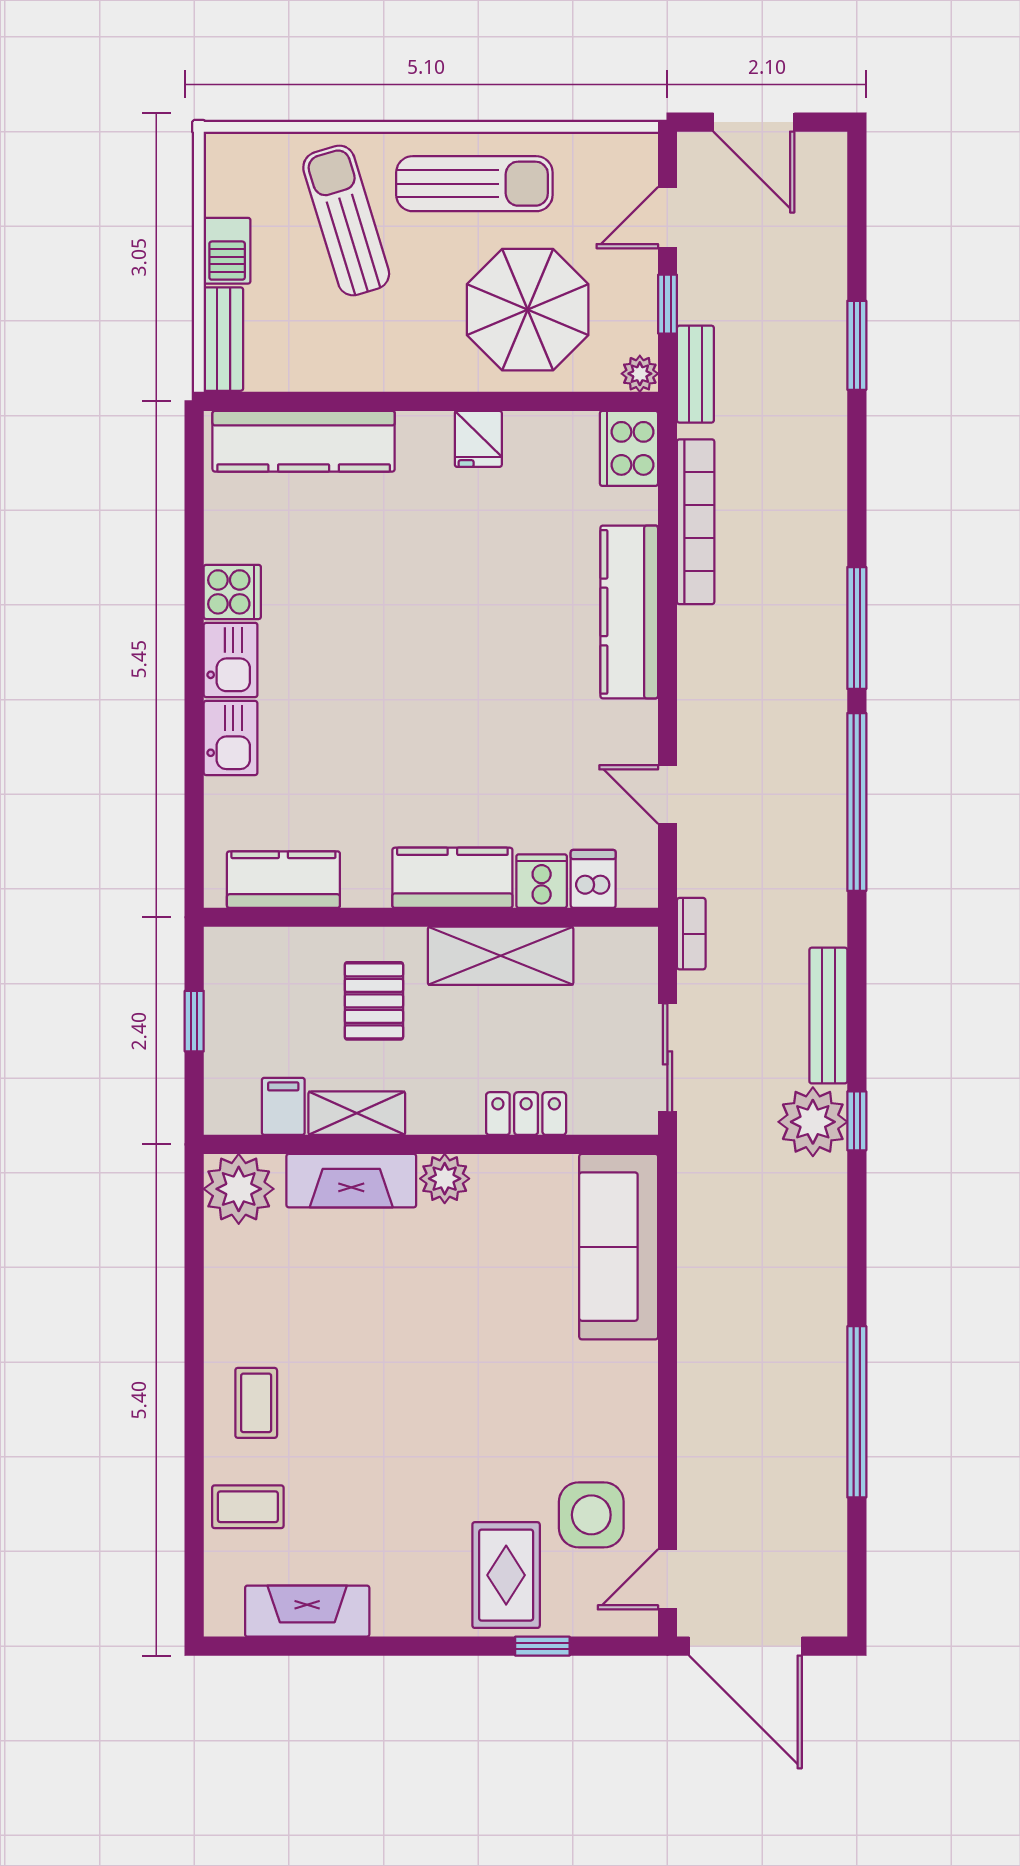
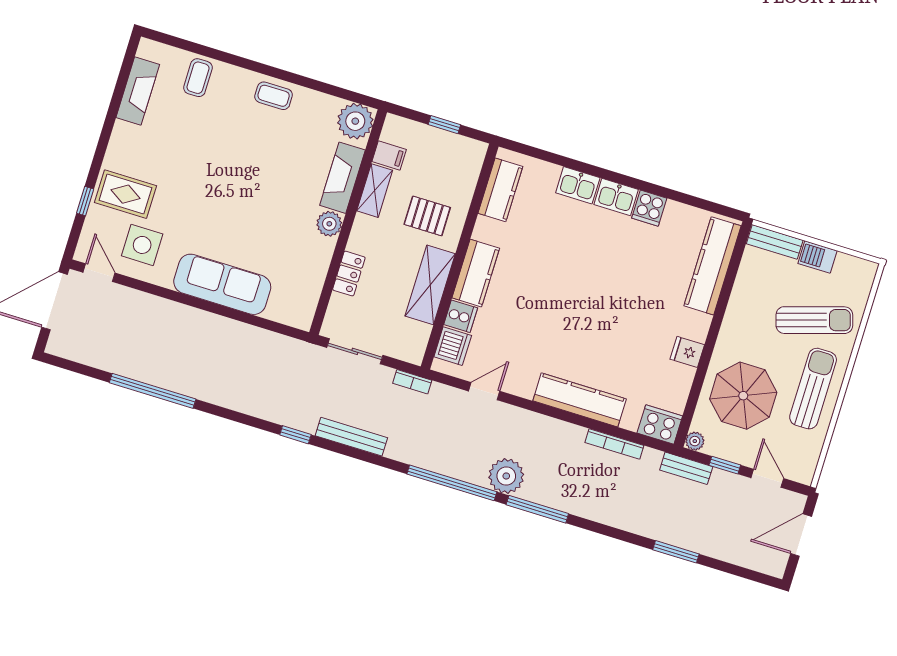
sun lounger: (474, 184) -> (813, 389), turned 180
bookcase: (696, 522) -> (614, 444), width x0.68, depth x0.76
dishwasher: (593, 879) -> (453, 346), width x1.38
plant: (813, 1122) -> (506, 476), moved
sofa: (619, 1247) -> (222, 284), moved
coffee table: (256, 1403) -> (274, 96), moved

